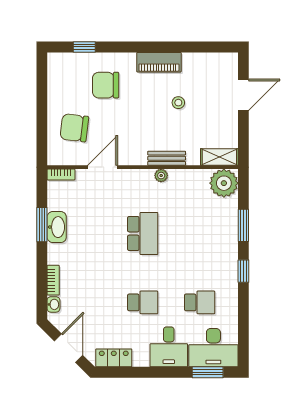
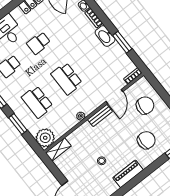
bench: (167, 158) -> (100, 115), moved
washbasin: (57, 227) -> (105, 36), moved
school desk: (200, 234) -> (37, 102), added

